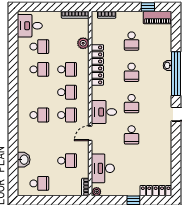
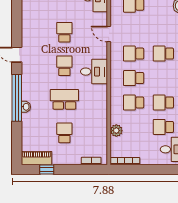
locker: (97, 65) -> (101, 107), removed
school desk: (132, 72) -> (64, 99), width x1.85
desk: (104, 112) -> (94, 72), moved
door: (90, 133) -> (109, 34), swing flipped

